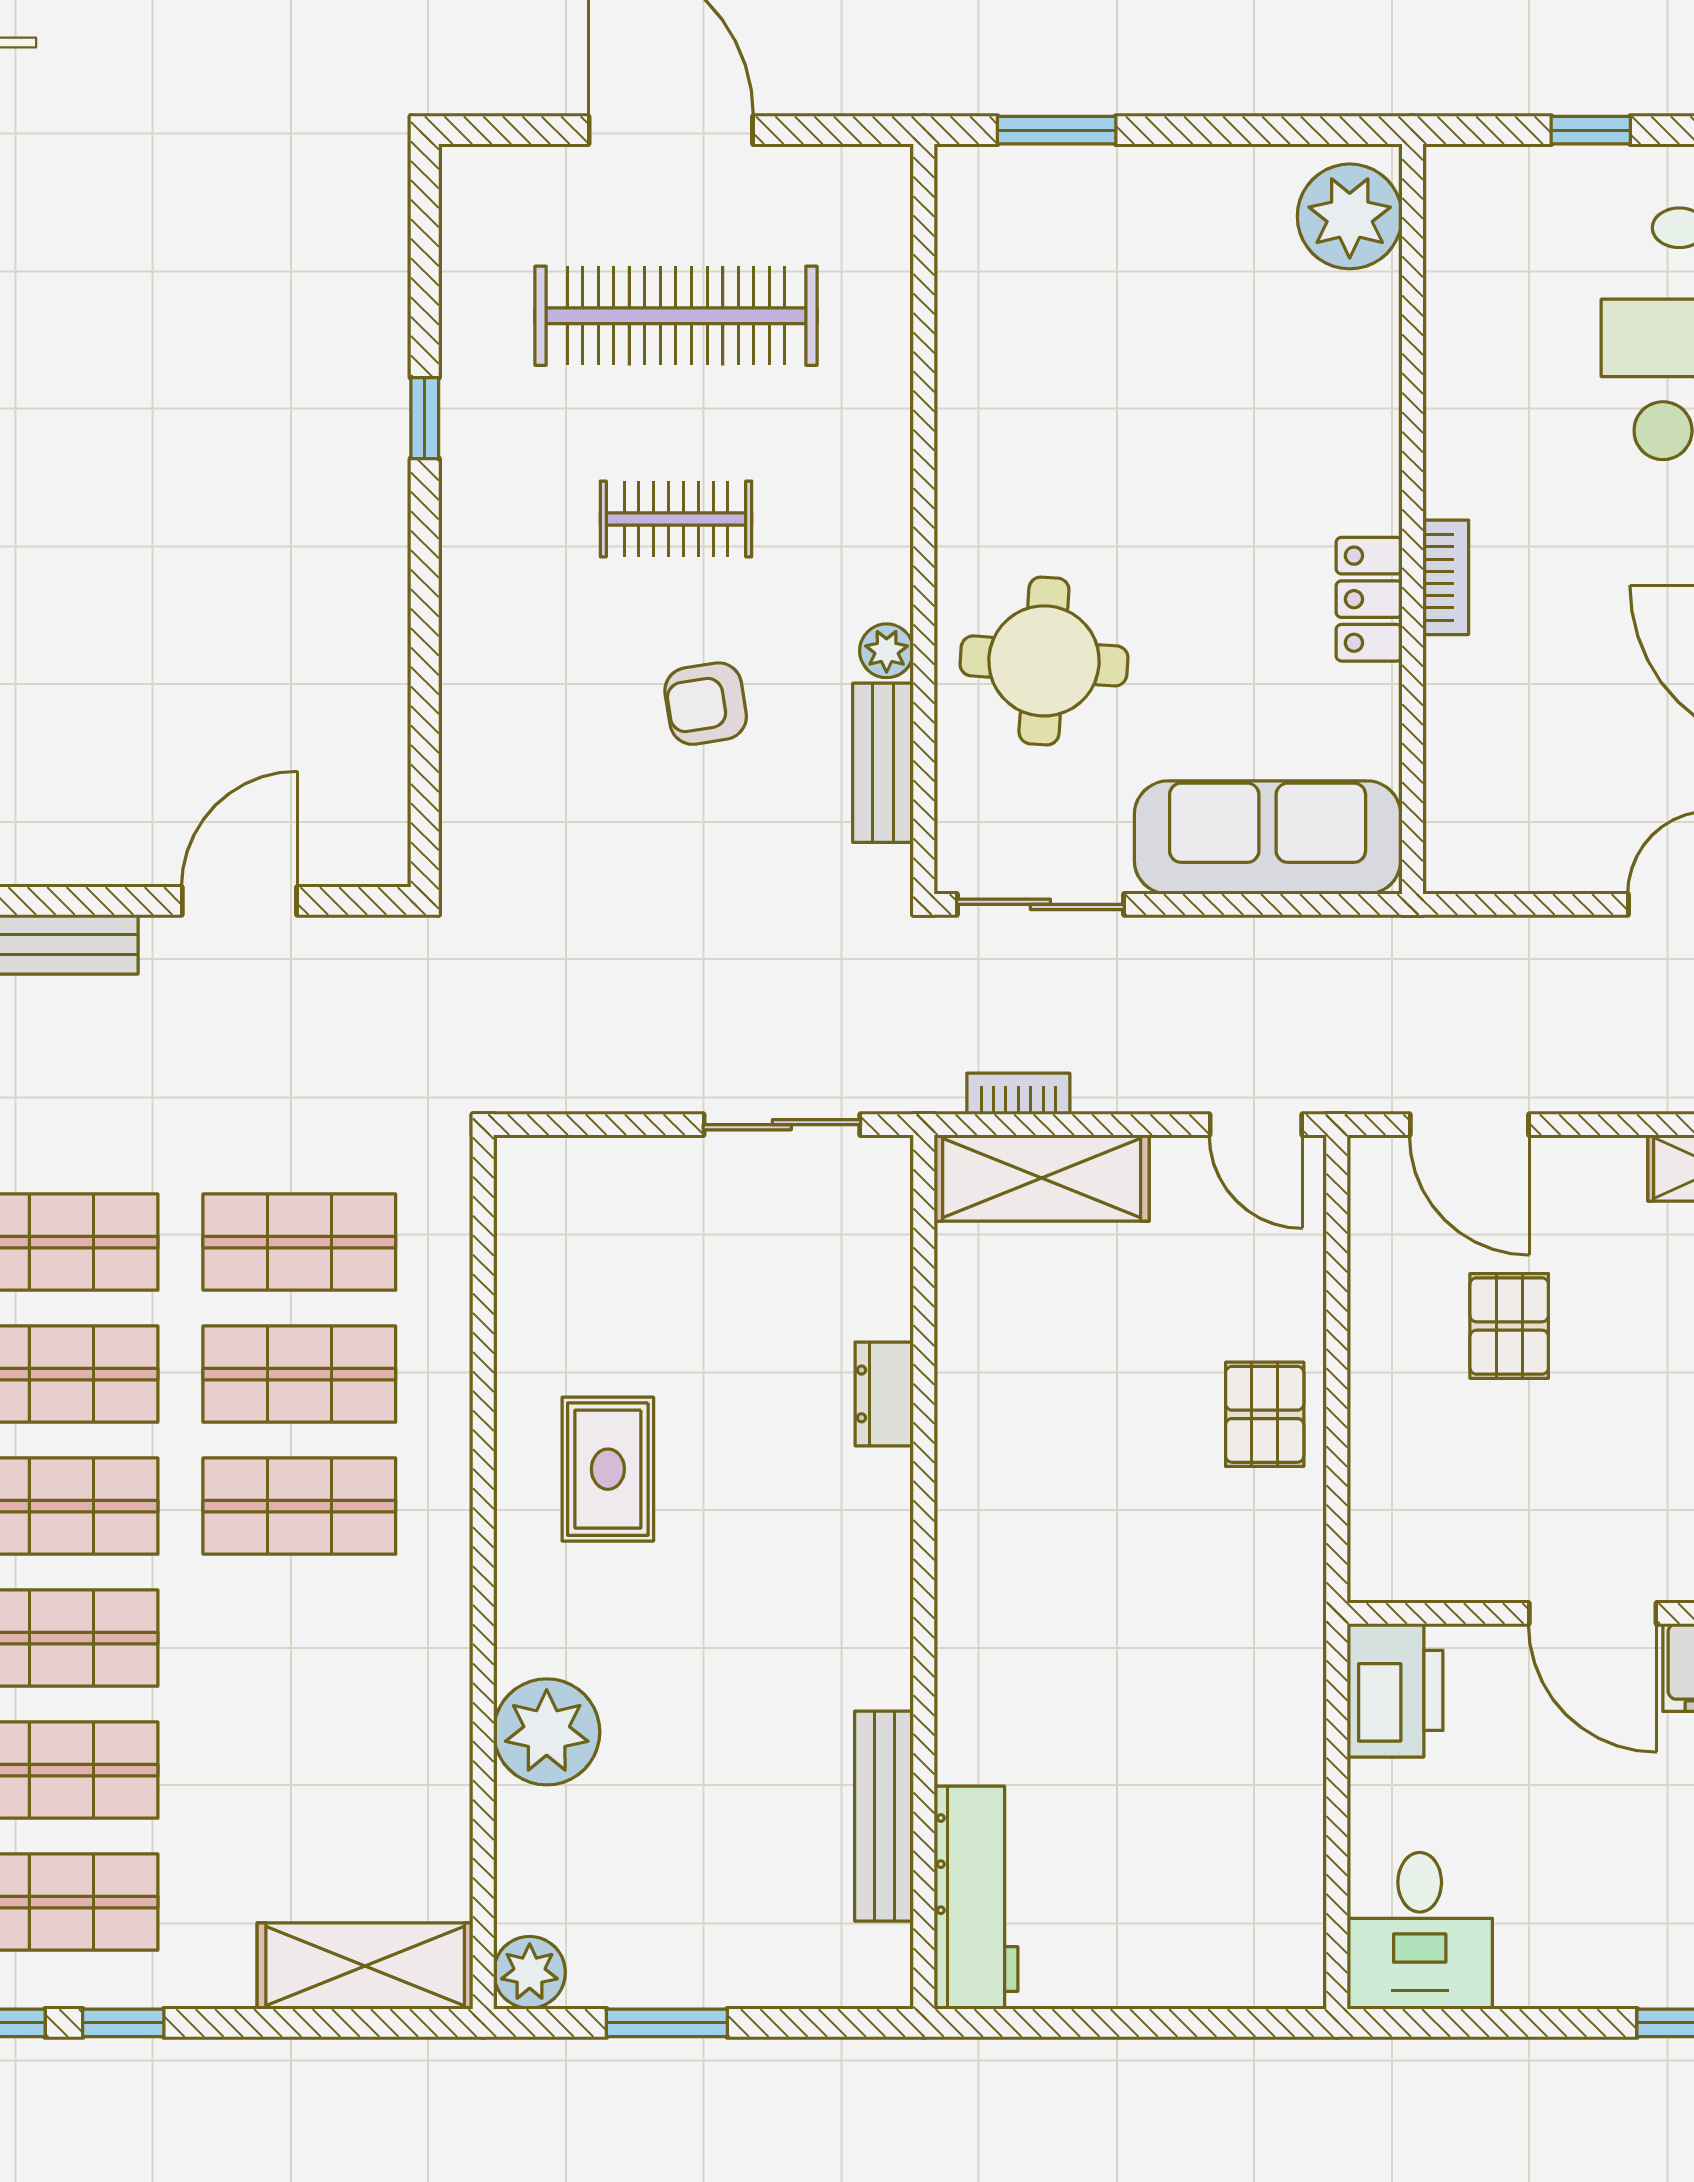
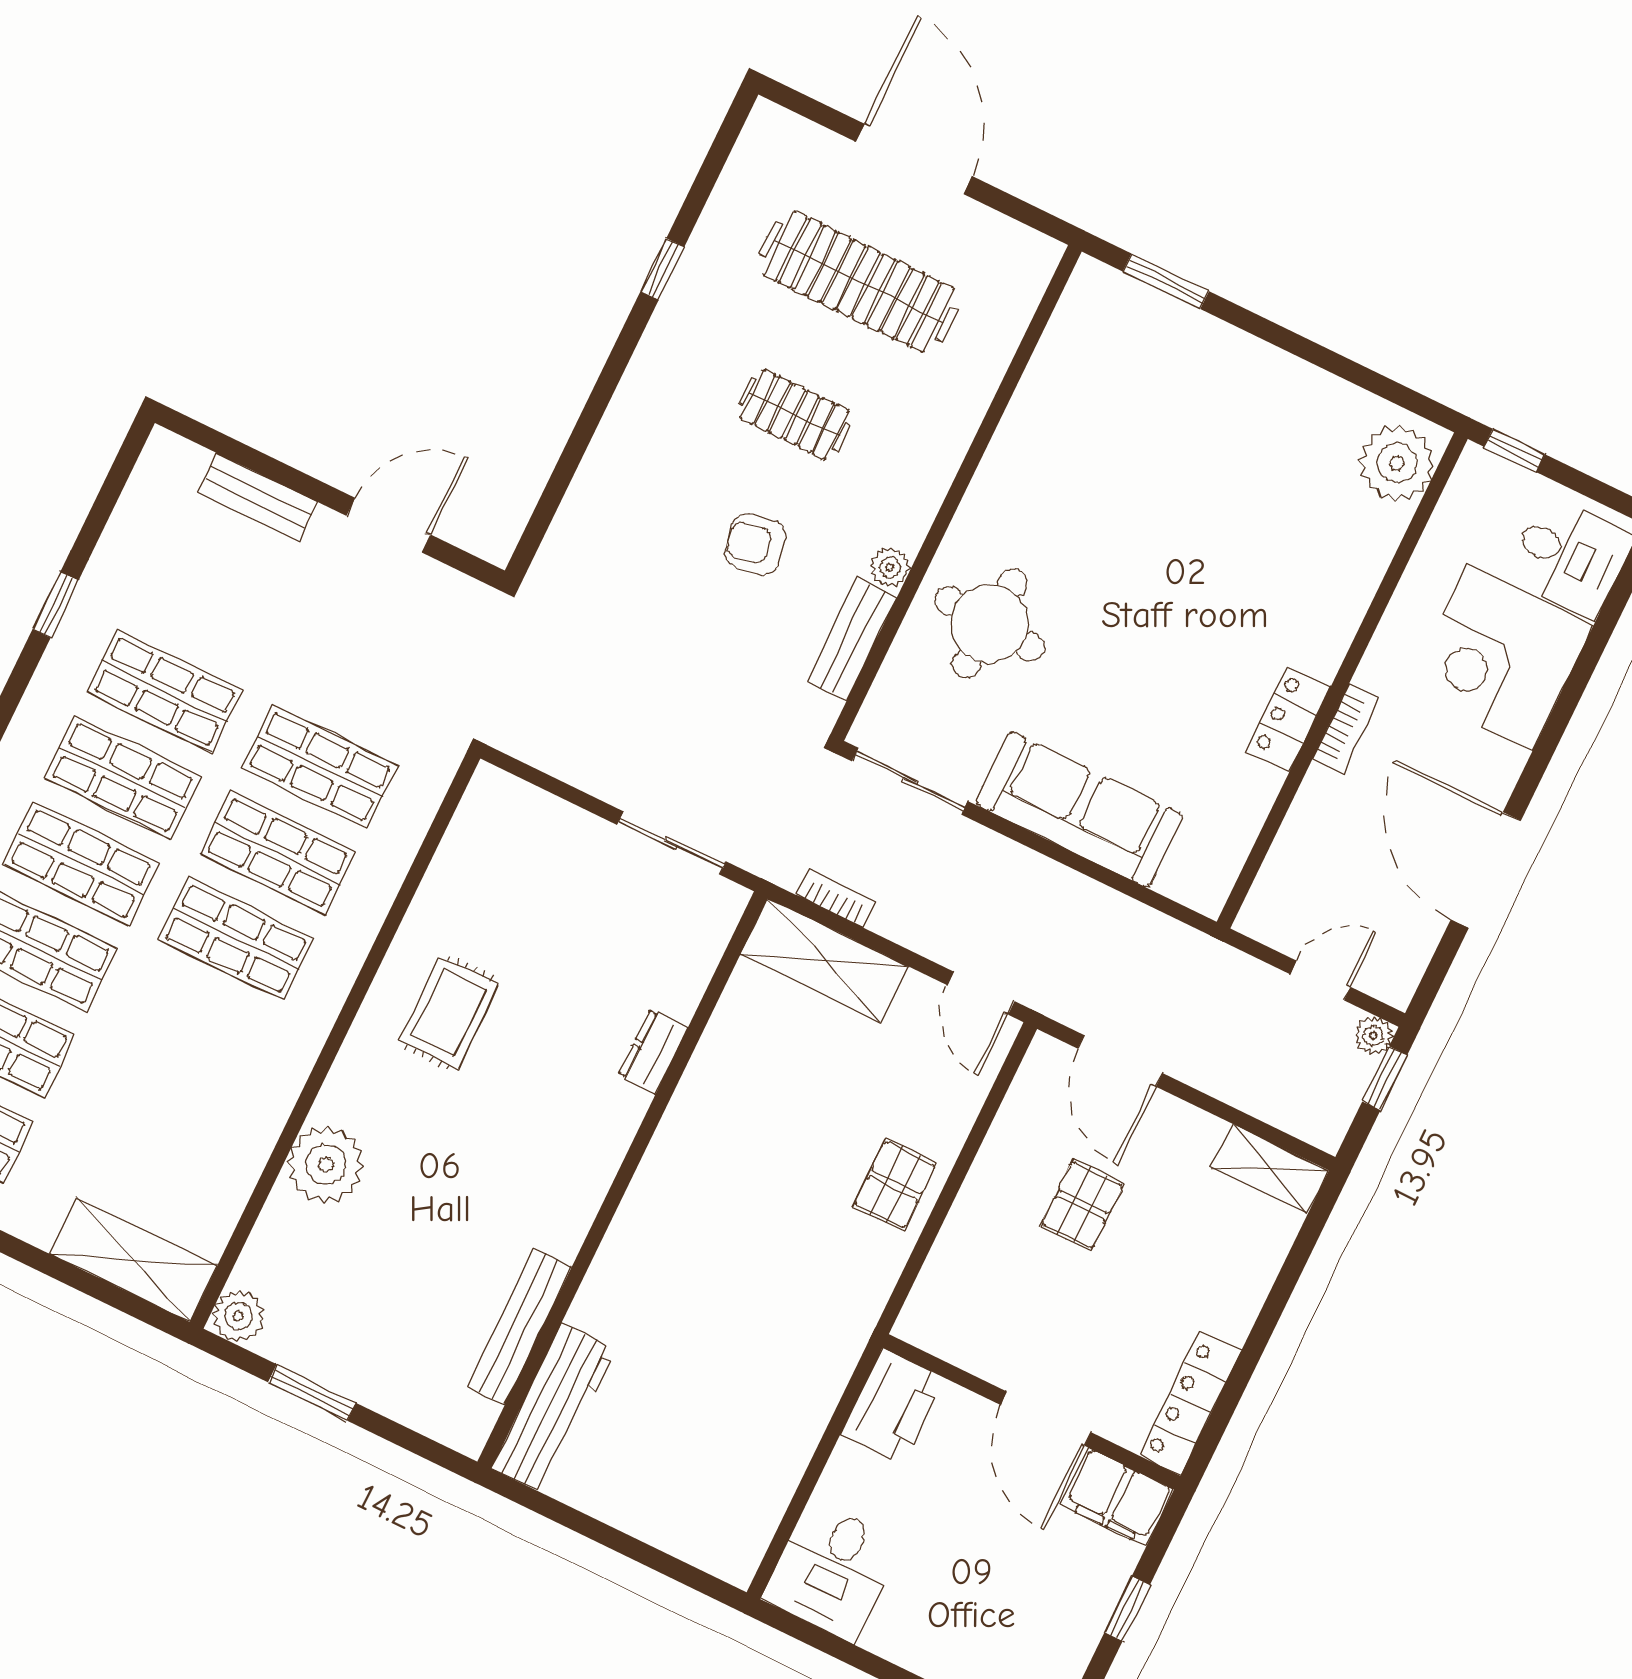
plant: (1350, 216) -> (1397, 463), moved
wall: (1412, 519) -> (1342, 680), moved
bookcase: (1446, 577) -> (1345, 729), moved
locker: (1369, 599) -> (1288, 719), moved

